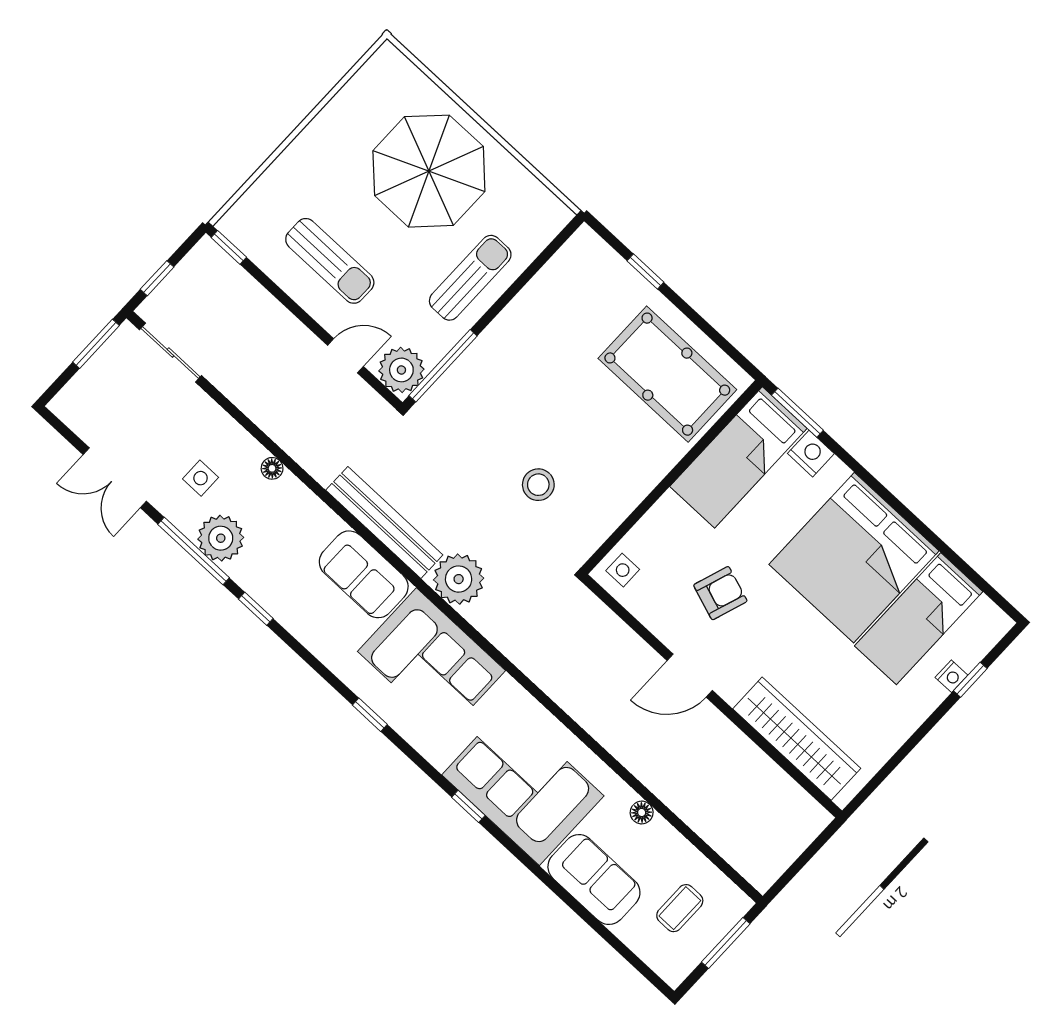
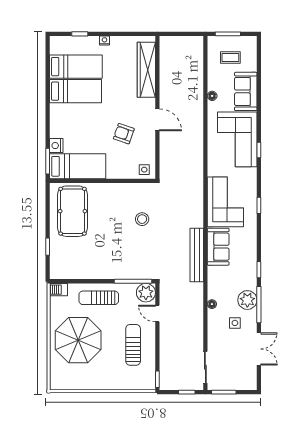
barbecue: (551, 220) -> (59, 290), added
bed: (854, 558) -> (76, 91), width x0.49
plant: (459, 579) -> (193, 217), removed
nightstand: (951, 676) -> (104, 41), moved

